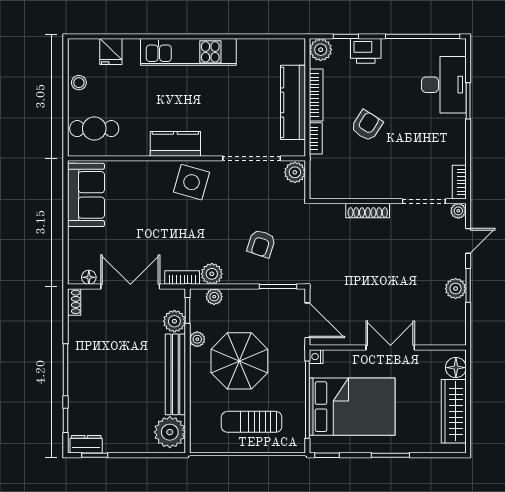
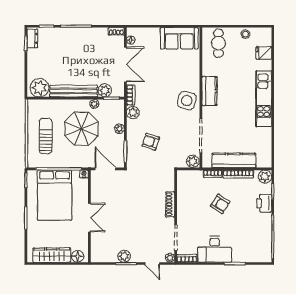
desk: (444, 85) -> (215, 249), moved
plant: (214, 297) -> (119, 129), moved
door: (307, 320) -> (105, 169), swing flipped

